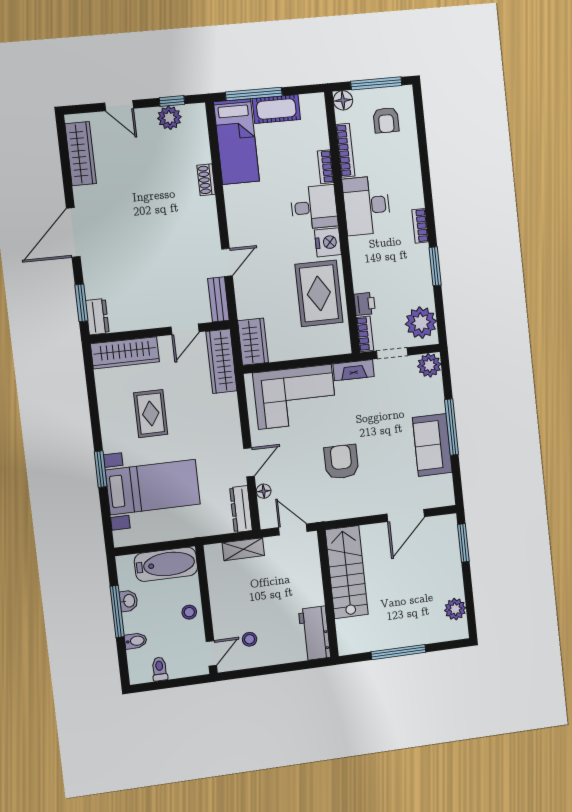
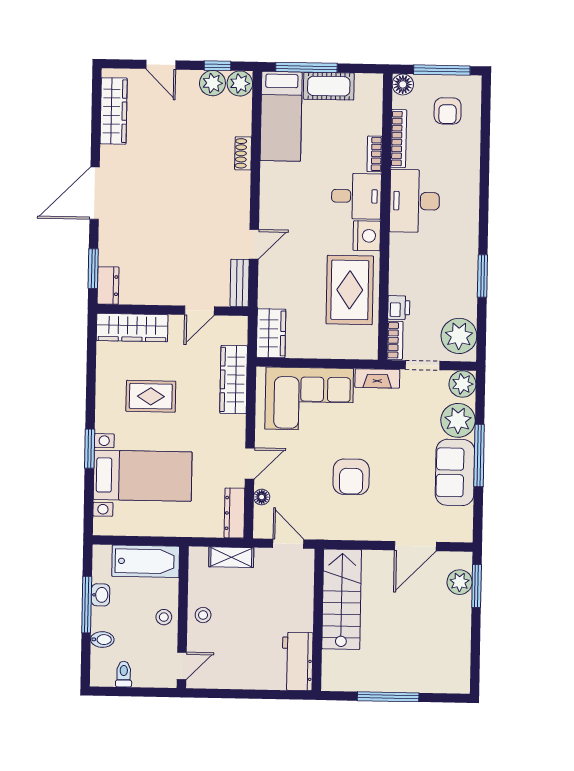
plant: (195, 115) -> (240, 83), added
bookcase: (420, 226) -> (471, 230), removed
wardrobe: (221, 361) -> (234, 380), moved
plant: (429, 398) -> (458, 420), added
rug: (151, 414) -> (151, 396), turned 90
armchair: (341, 462) -> (351, 477), turned 180
plant: (455, 609) -> (460, 582), moved
stool: (250, 639) -> (203, 615), moved

